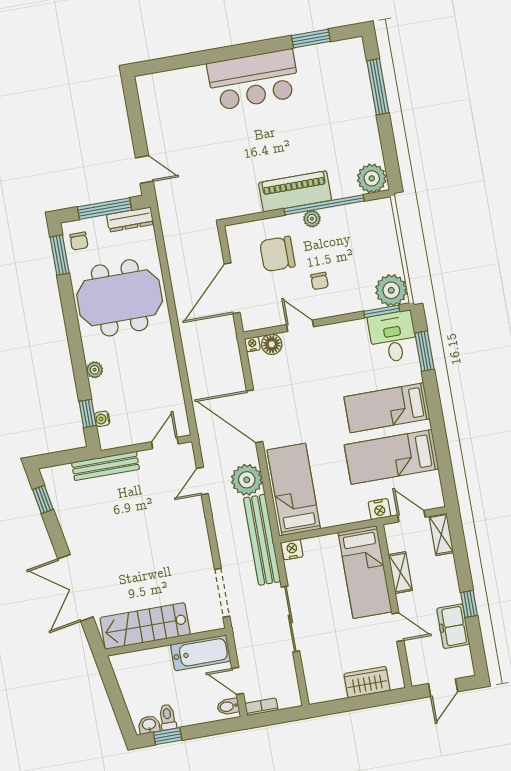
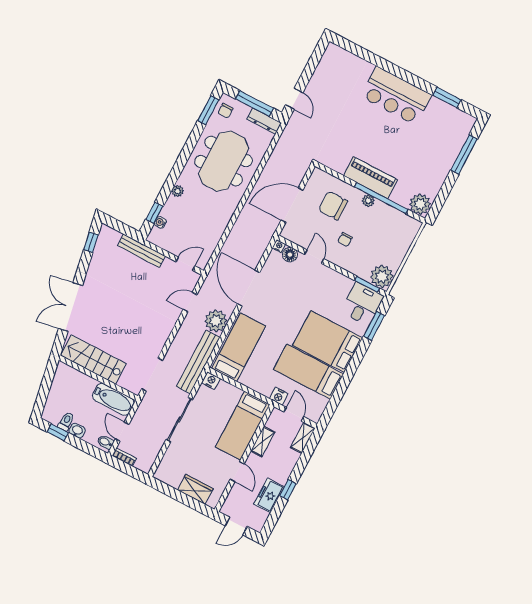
meeting table: (120, 298) -> (224, 161), turned 90
bed: (387, 408) -> (328, 342), width x1.50
washbasin: (149, 725) -> (77, 431), moved

